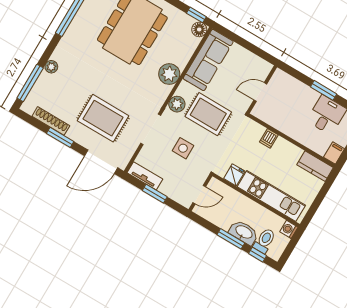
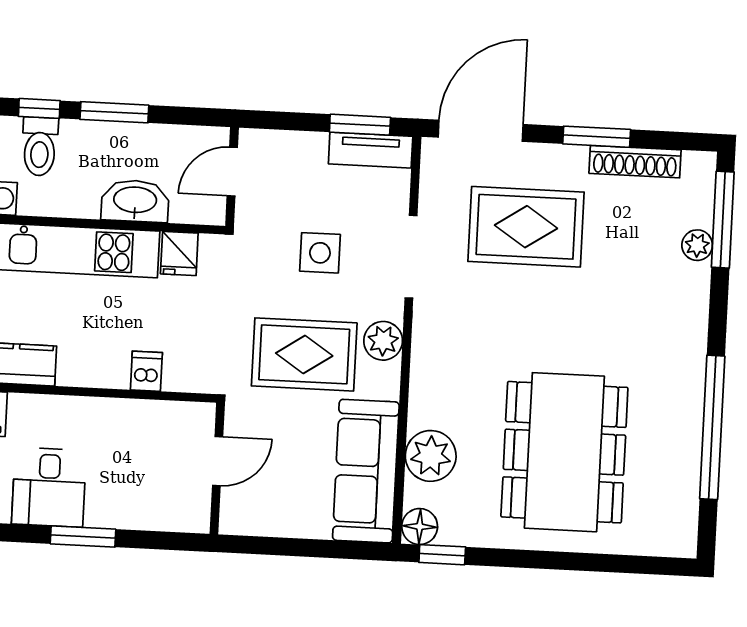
plant: (51, 67) -> (697, 245), moved
plant: (169, 74) -> (431, 456), moved
window: (155, 194) -> (360, 125), moved
washbasin: (244, 232) -> (135, 201), moved, turned 180

